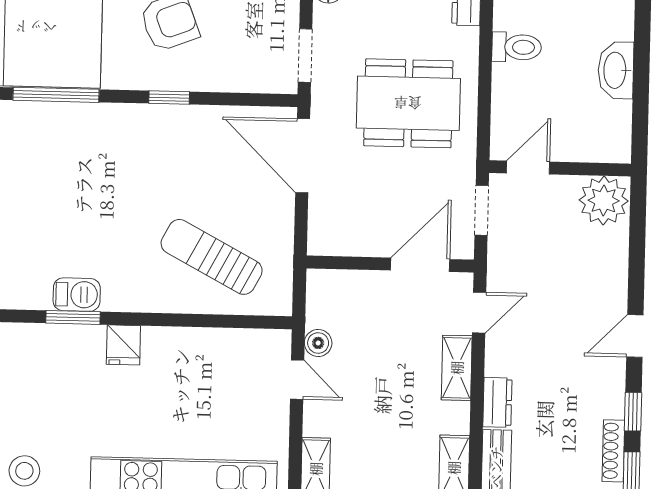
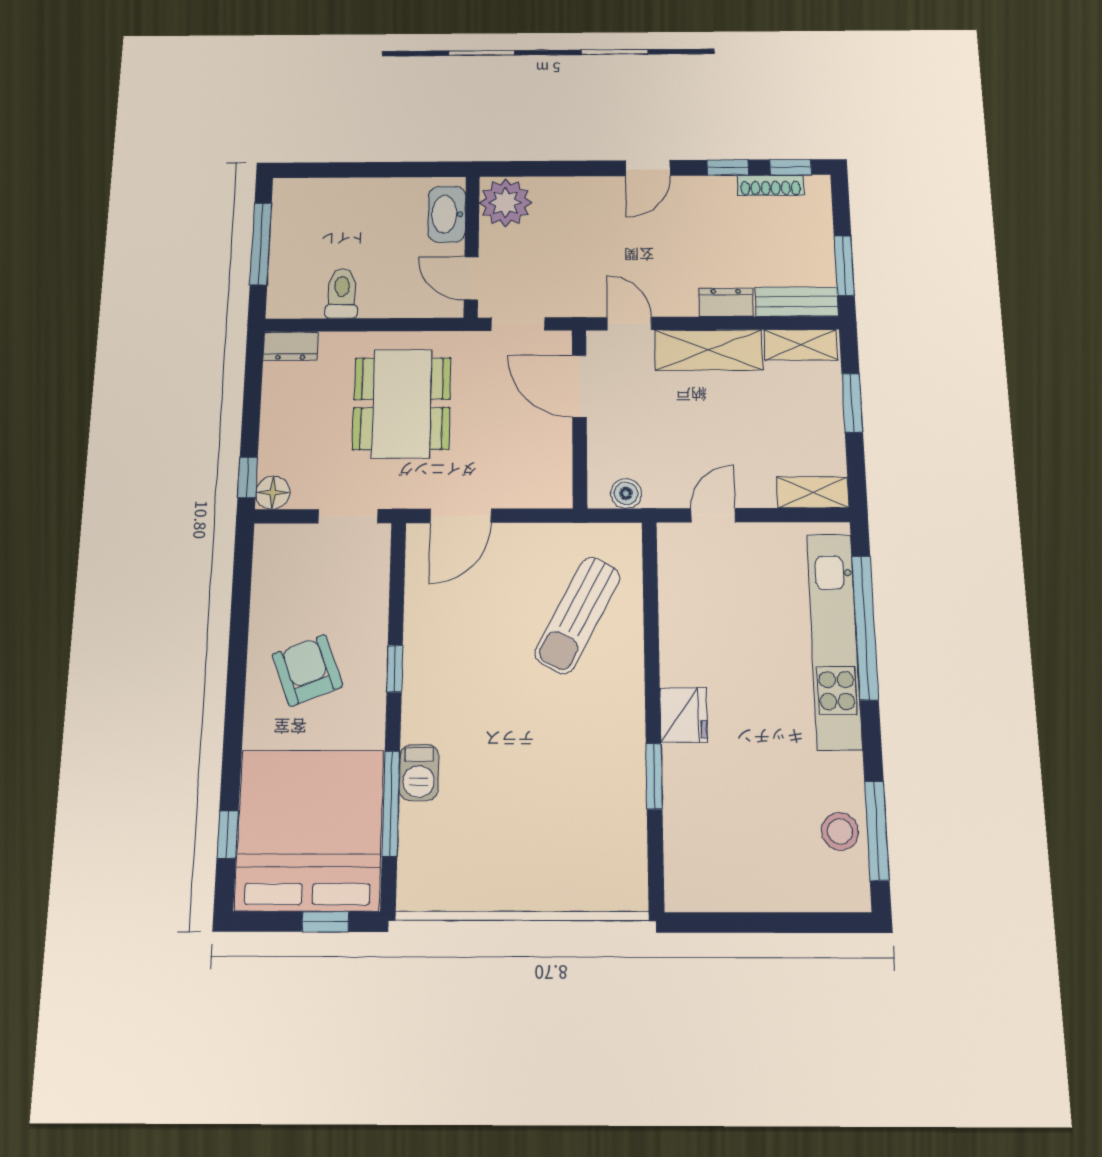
washbasin: (616, 70) -> (447, 214), moved, turned 90
door: (303, 156) -> (461, 516), width x0.73
barbecue: (77, 295) -> (419, 772), moved, turned 180
door: (635, 336) -> (648, 168), hinge flipped
boiler: (318, 343) -> (626, 493), moved
fridge: (123, 345) -> (684, 715), width x1.38
shelving: (457, 368) -> (709, 350), width x1.50, depth x1.33

